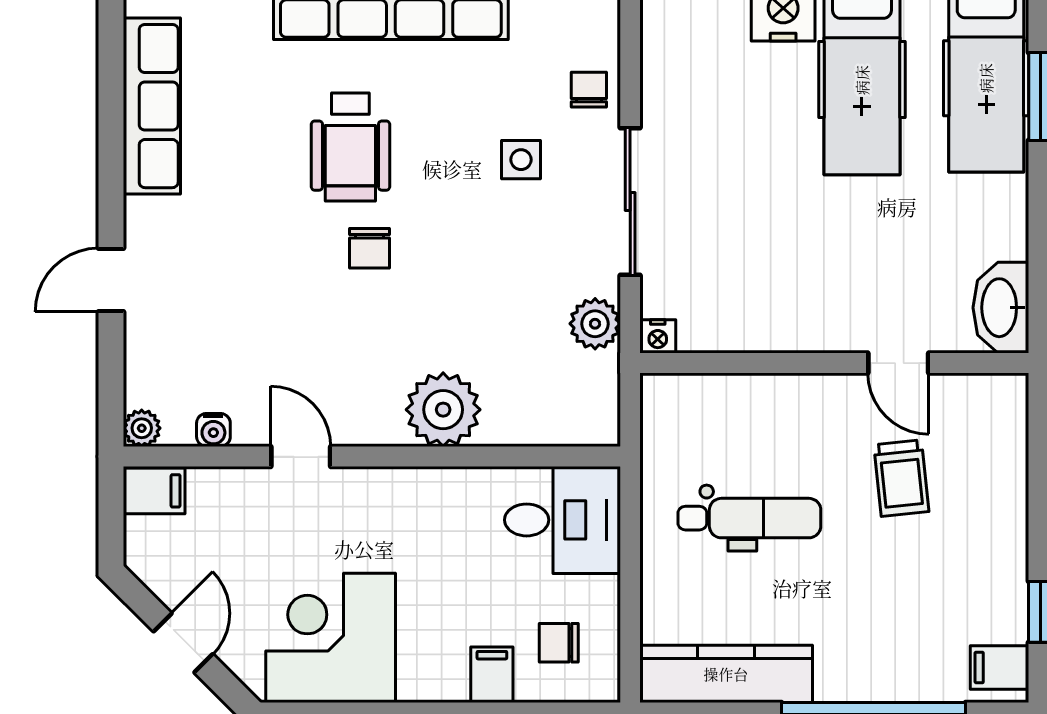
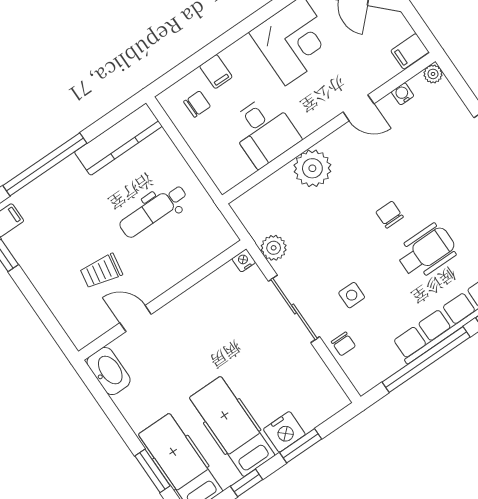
wheelchair: (350, 147) -> (427, 251), turned 90
trolley: (901, 478) -> (101, 271), turned -74
desk: (562, 520) -> (264, 131), moved, turned -90

